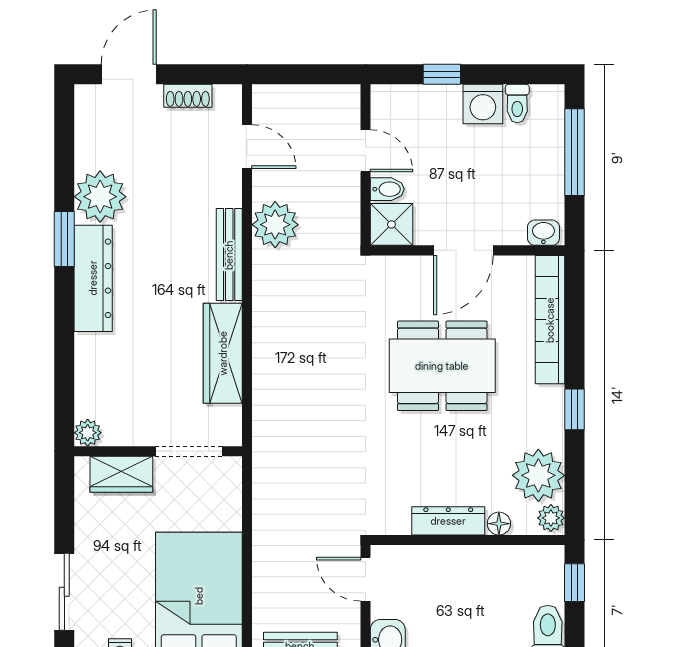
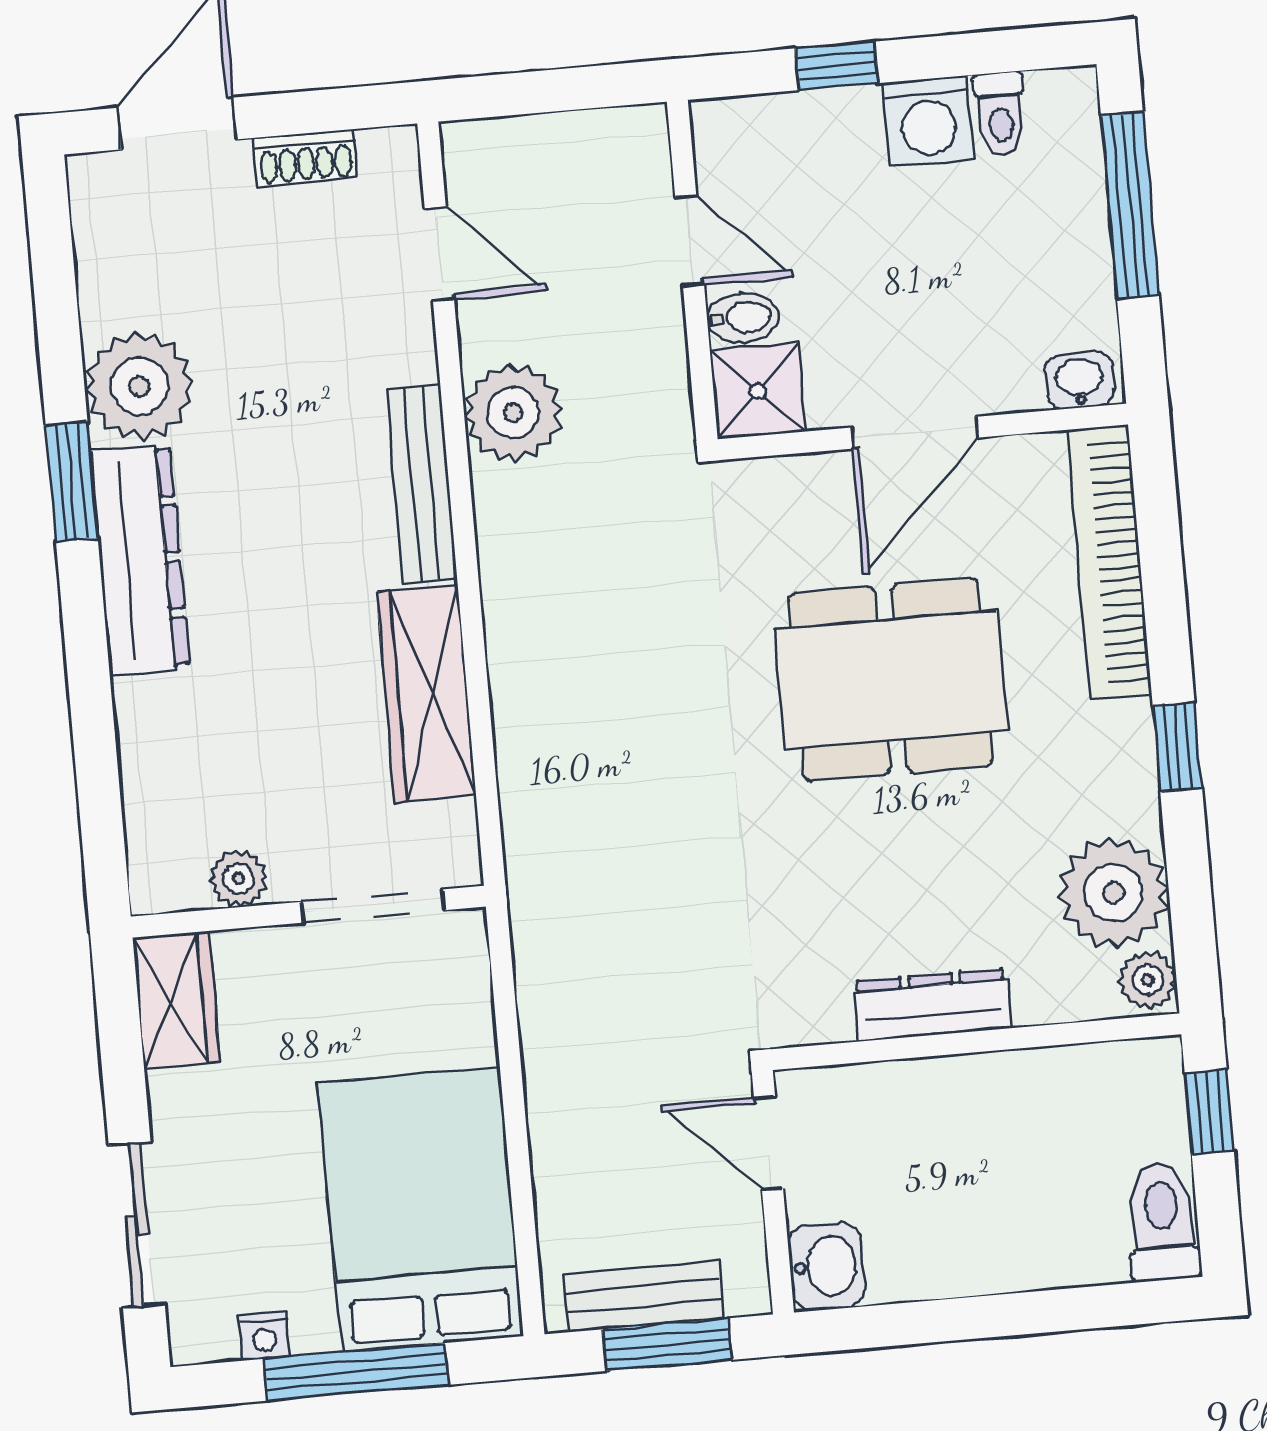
plant: (88, 433) -> (238, 879), moved
wardrobe: (121, 474) -> (176, 1000), moved, turned -90
floor lamp: (499, 524) -> (1039, 1001), removed

